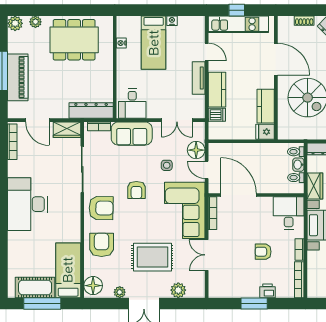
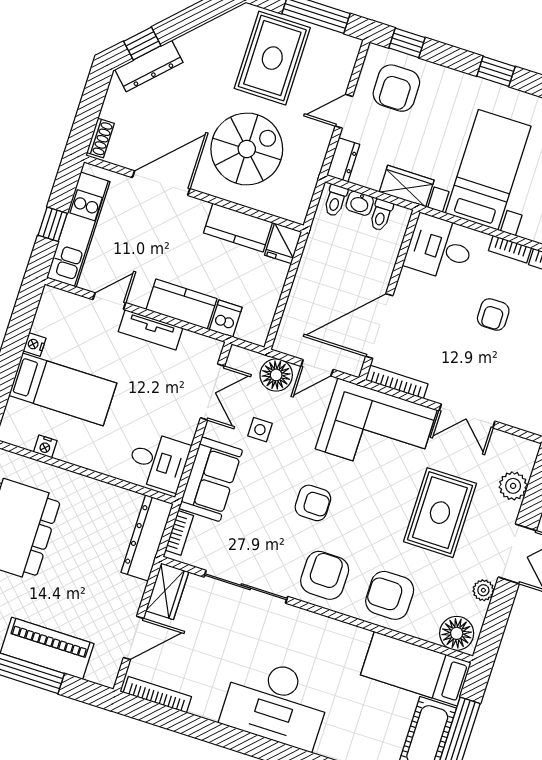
shoe rack: (304, 21) -> (100, 138), moved
side table: (167, 165) -> (260, 430), moved

